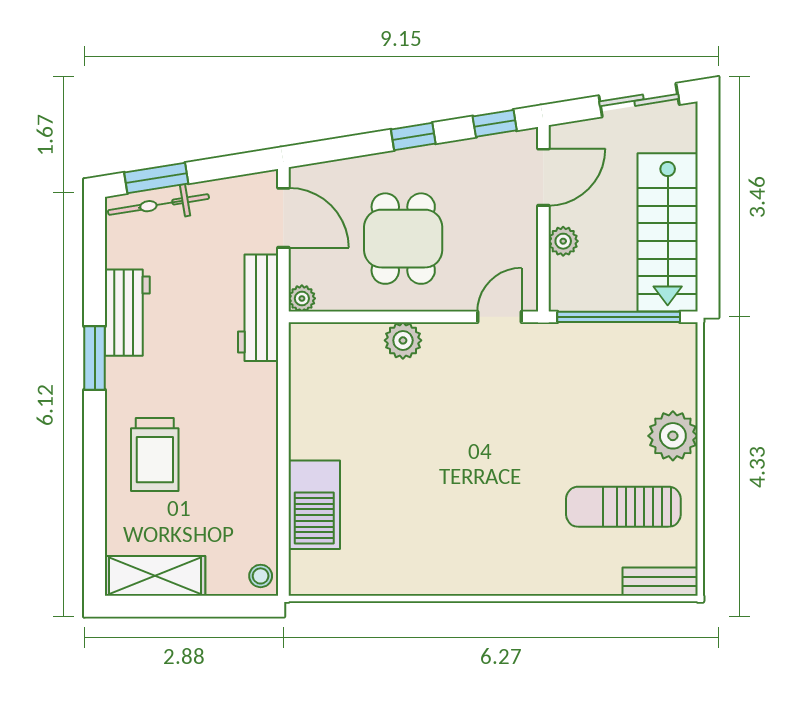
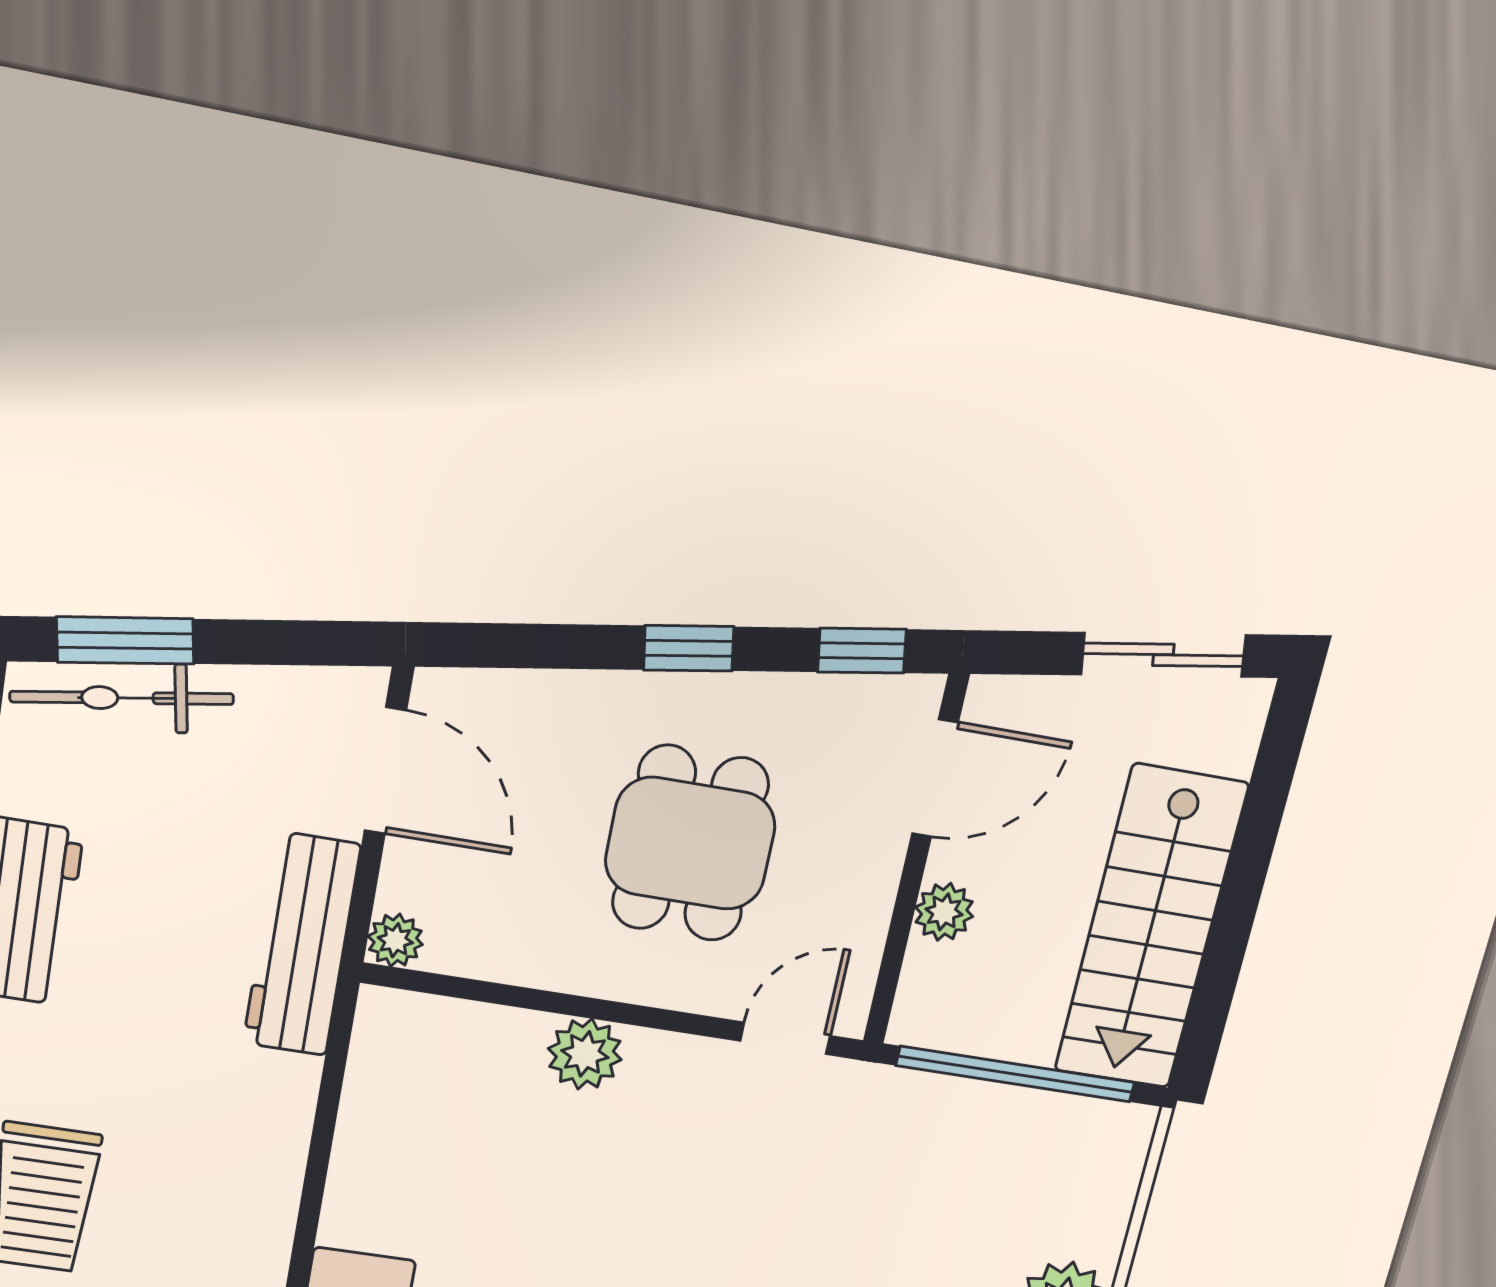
dining table: (403, 239) -> (690, 844), moved

